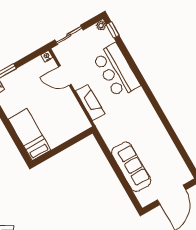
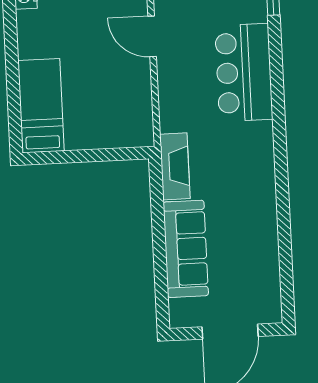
fireplace: (90, 102) -> (175, 166), moved

